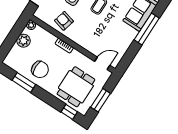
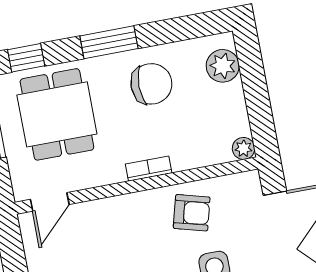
plant: (24, 41) -> (223, 66), moved
chair: (40, 69) -> (151, 84), turned 180
window: (24, 82) -> (109, 42), moved

